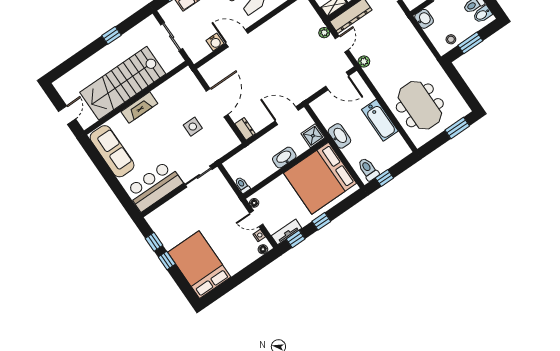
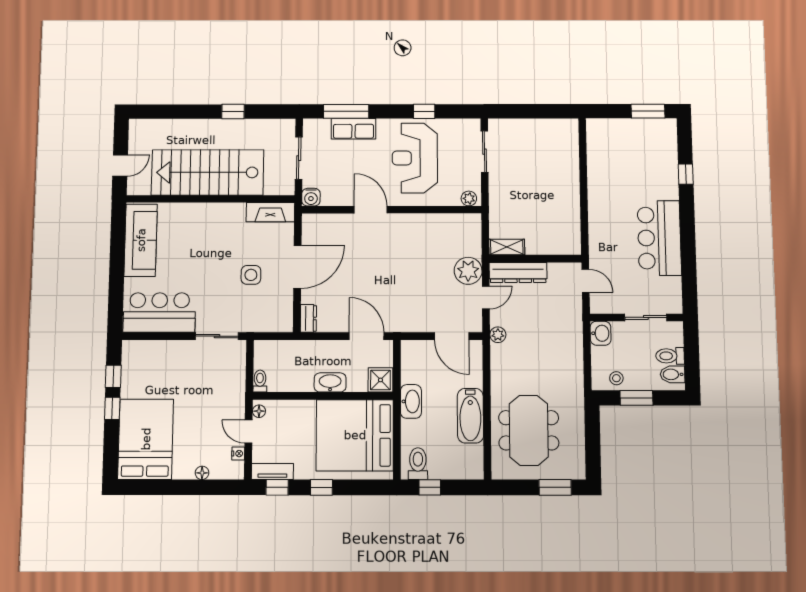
plant: (324, 33) -> (468, 271), width x1.88, depth x1.88
water cooler: (215, 42) -> (311, 197), moved
fireplace: (139, 108) -> (270, 212), moved
floor lamp: (263, 249) -> (202, 473), moved

